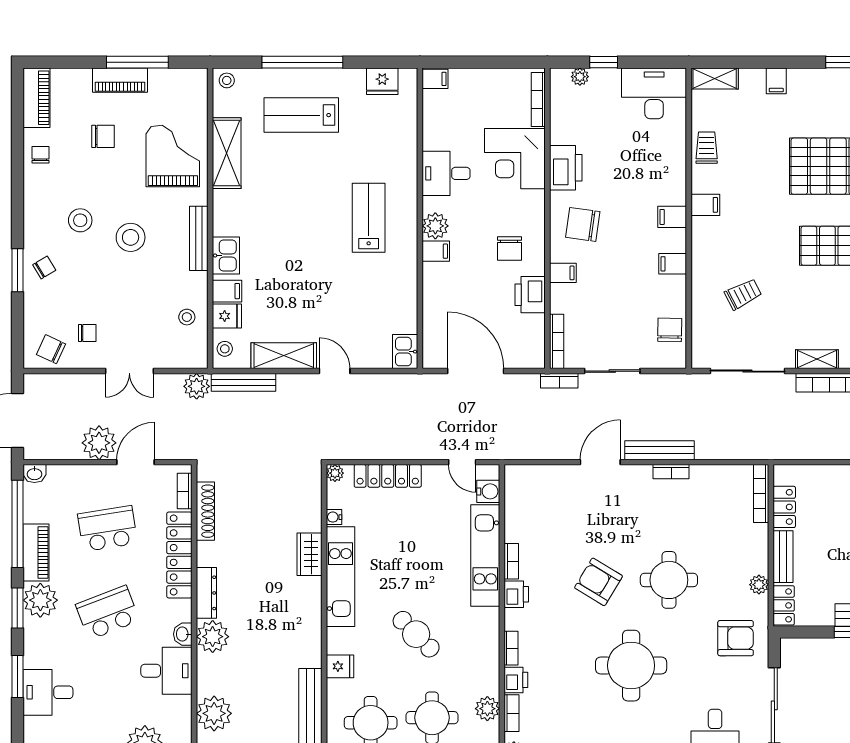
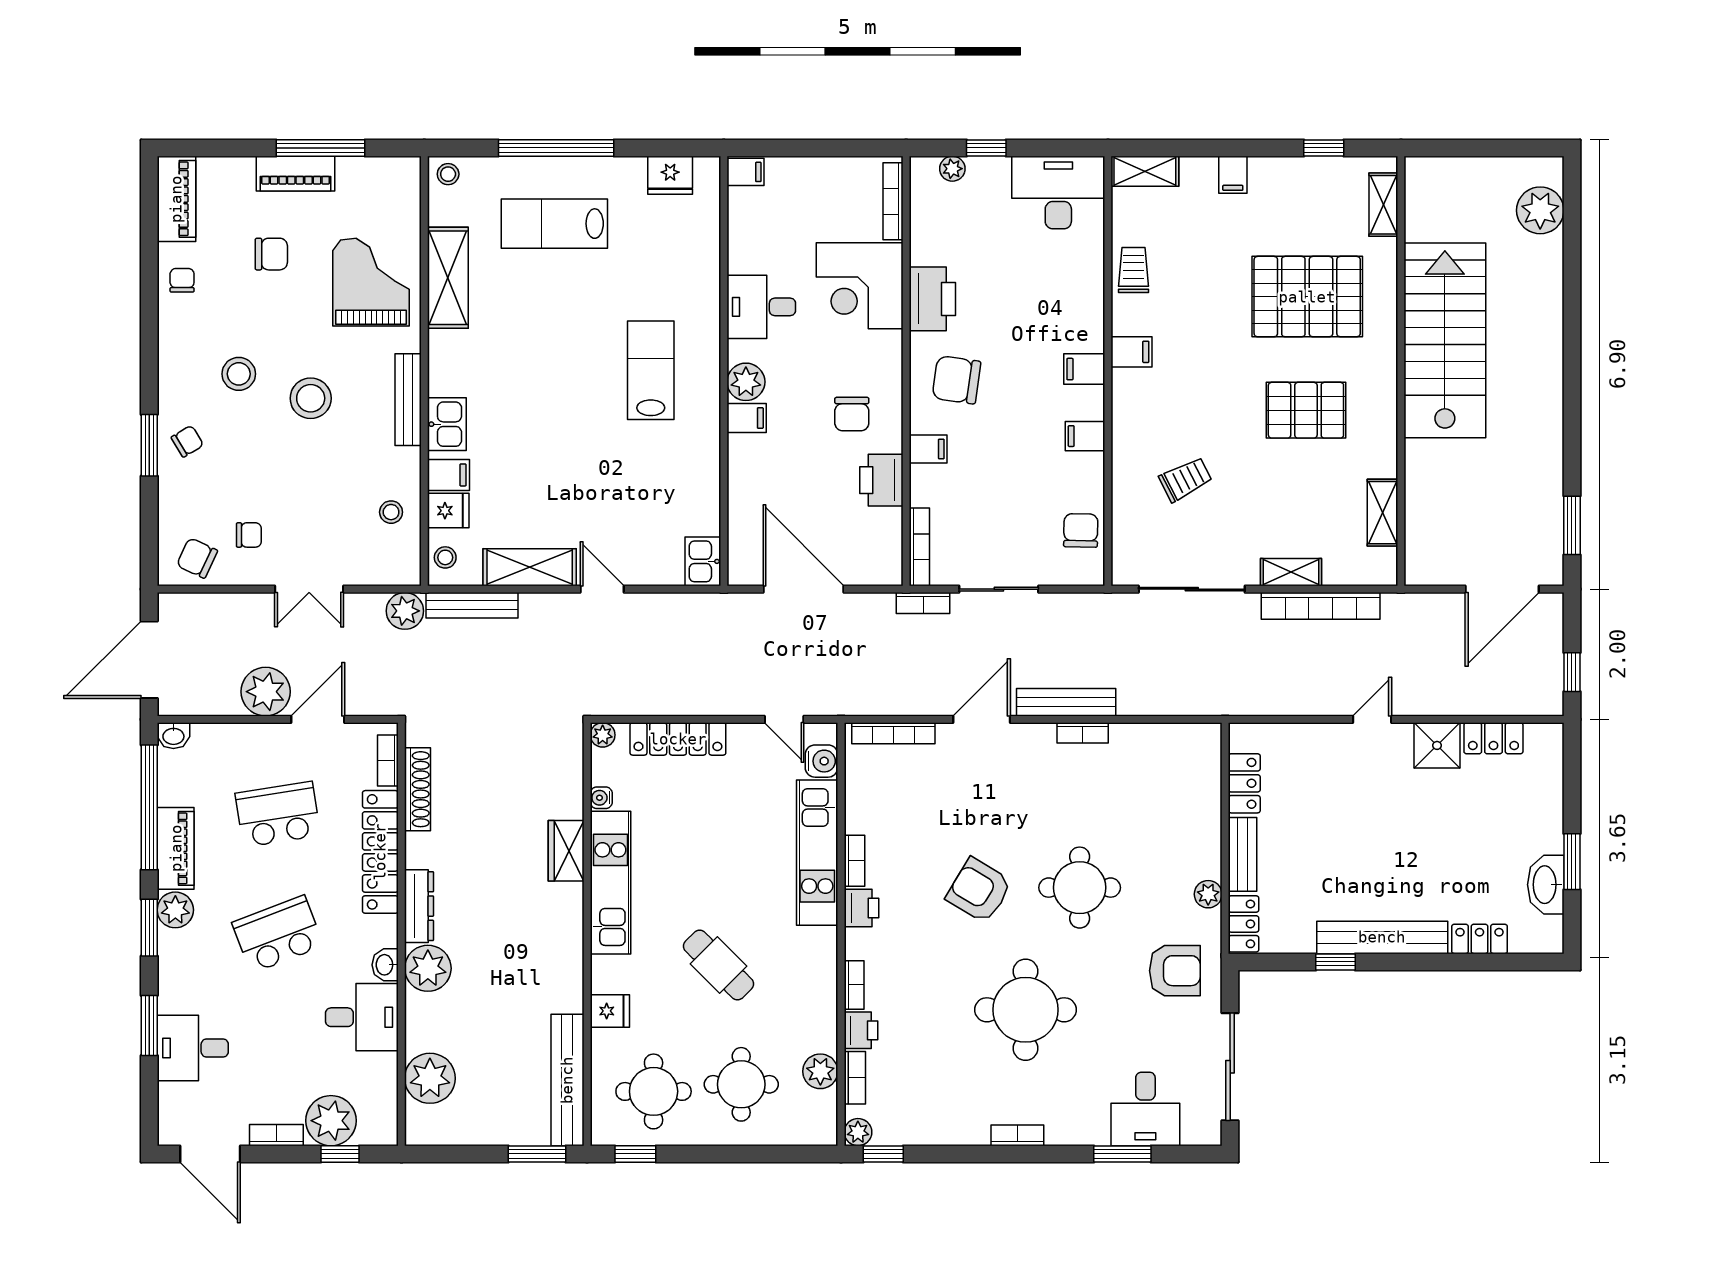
bookcase: (761, 494) -> (893, 733), moved, turned -90
plant: (40, 600) -> (175, 910), width x0.73, depth x0.73

